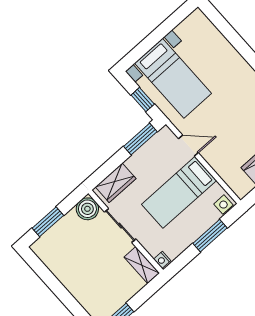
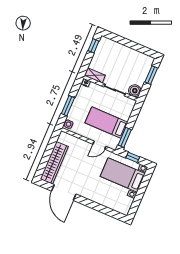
wardrobe: (116, 183) -> (127, 110), removed
bed: (179, 192) -> (106, 123), moved, turned -90

